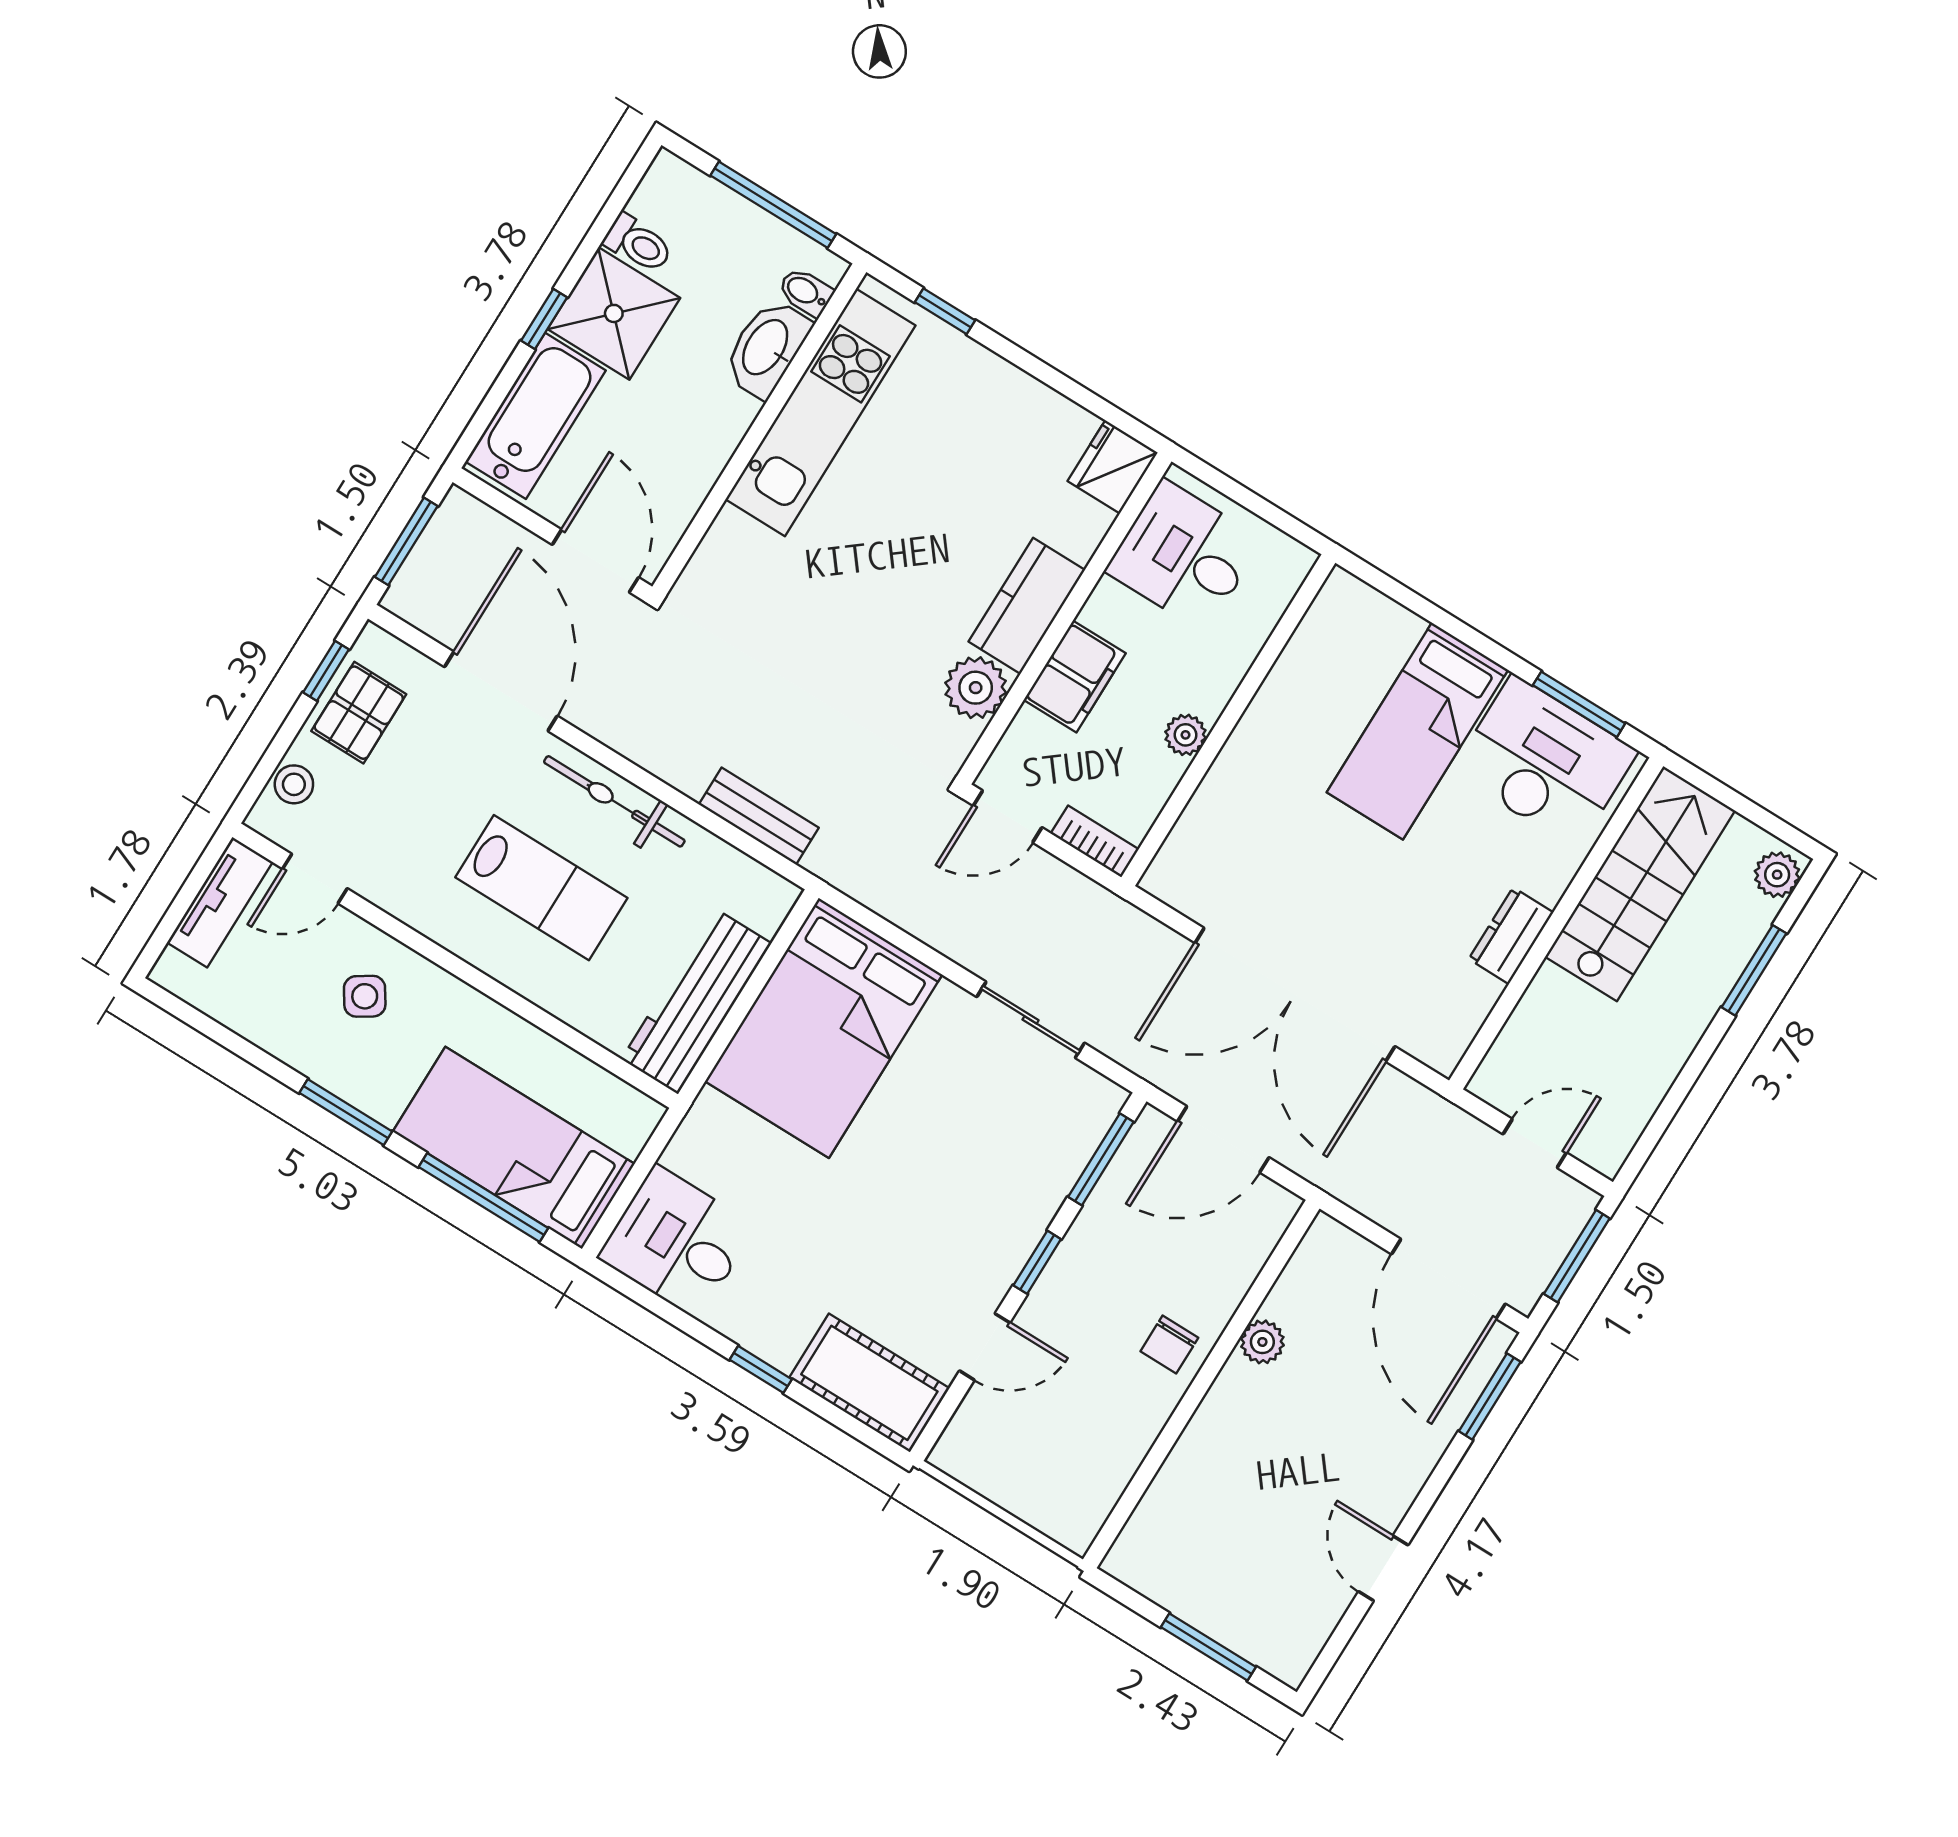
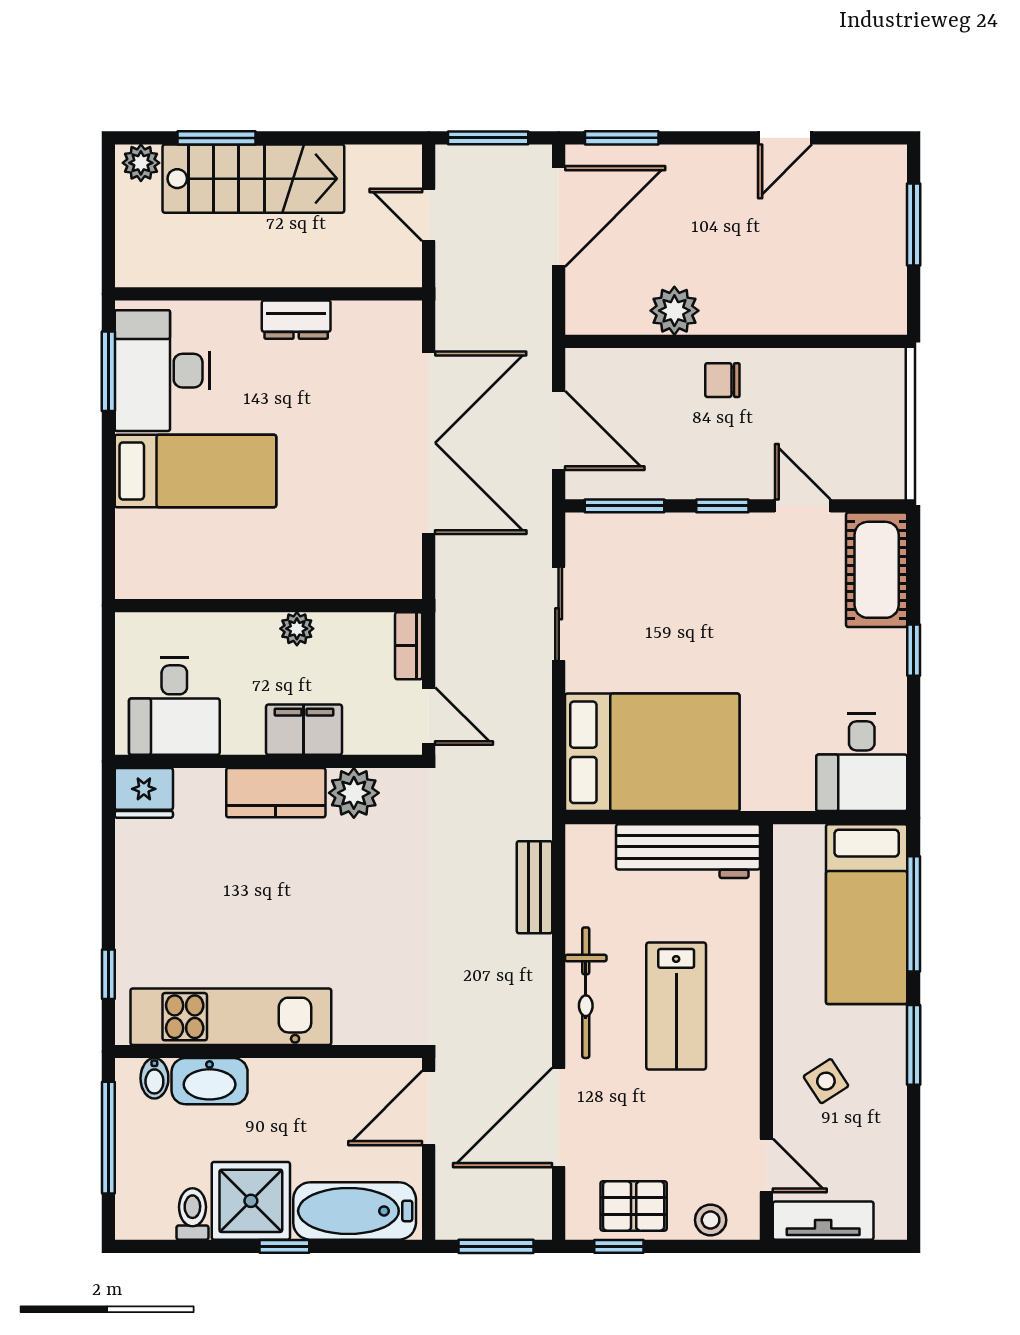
stairs: (1640, 884) -> (253, 179), moved, turned 180
lab bench: (541, 888) -> (676, 1006), turned 180
plant: (1262, 1342) -> (674, 311), width x1.38, depth x1.38
chair: (1169, 1344) -> (722, 380), turned 180

